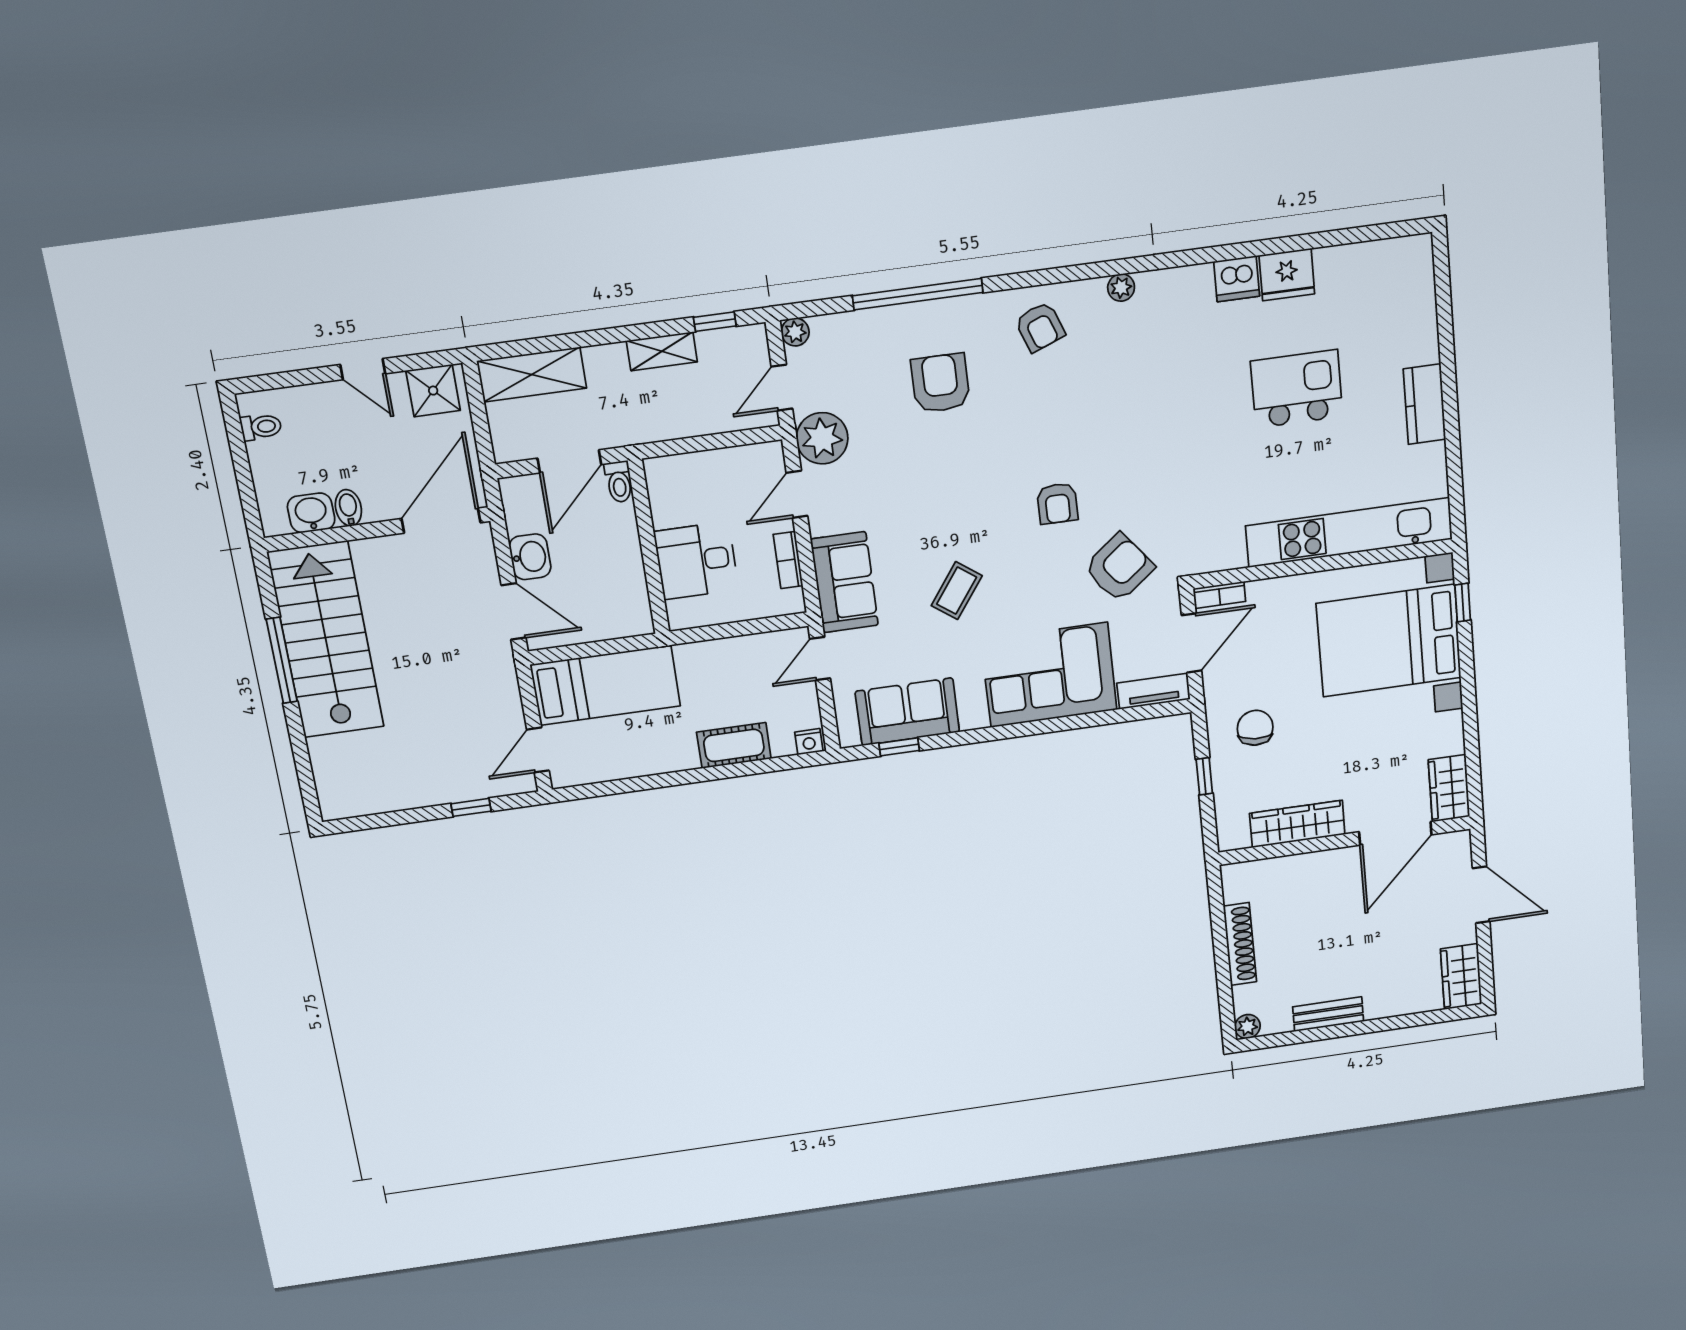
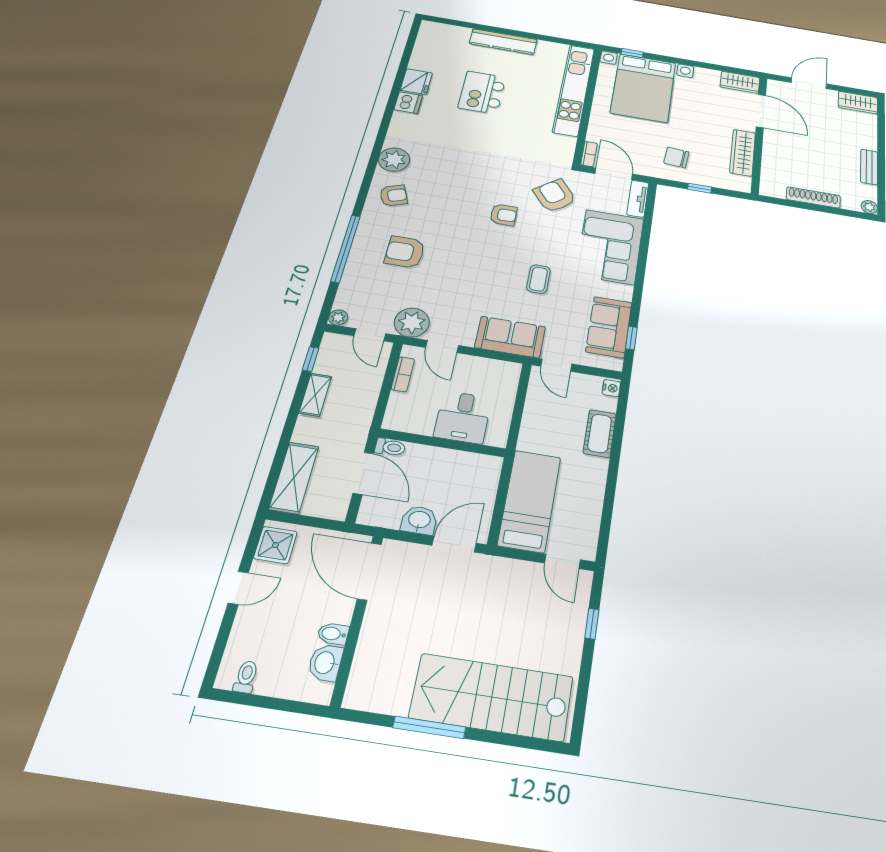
plant: (1121, 288) -> (394, 160), width x1.88, depth x1.88
kitchen counter: (1425, 404) -> (503, 42), width x1.50
bookcase: (788, 560) -> (403, 374), moved, turned -90
coffee table: (957, 591) -> (538, 279), turned 54
stairs: (326, 640) -> (492, 697), moved

